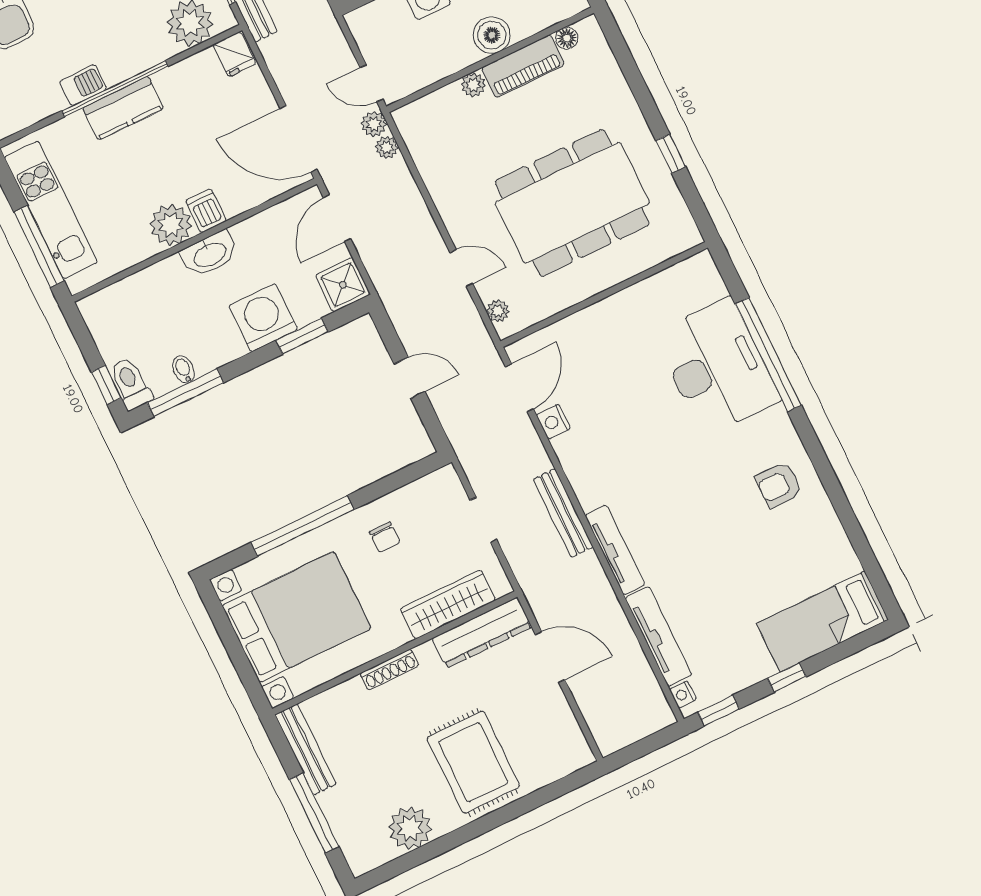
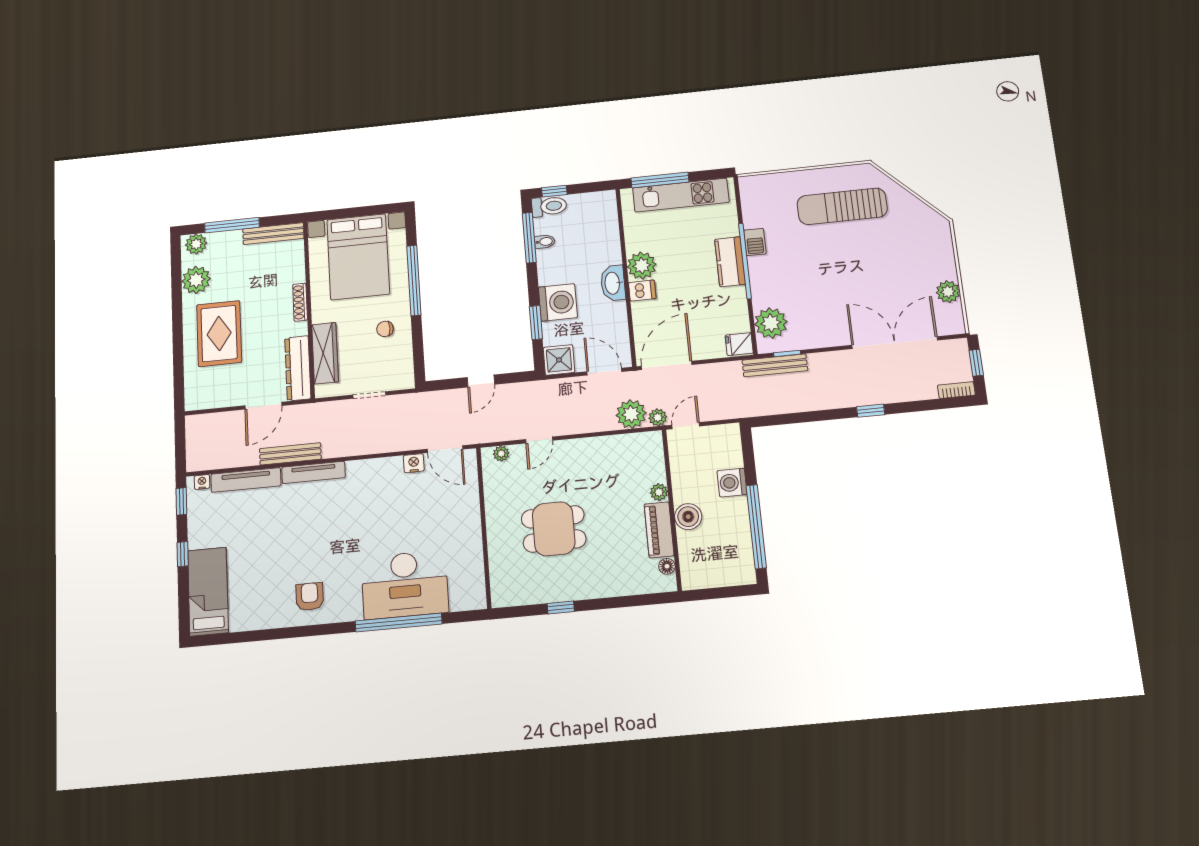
plant: (387, 147) -> (631, 414), width x1.88, depth x1.88
dining table: (572, 203) -> (554, 529), width x0.53, depth x0.80
bench: (563, 513) -> (290, 454), moved
rug: (473, 762) -> (219, 334), turned 90
plant: (359, 851) -> (196, 244), added

